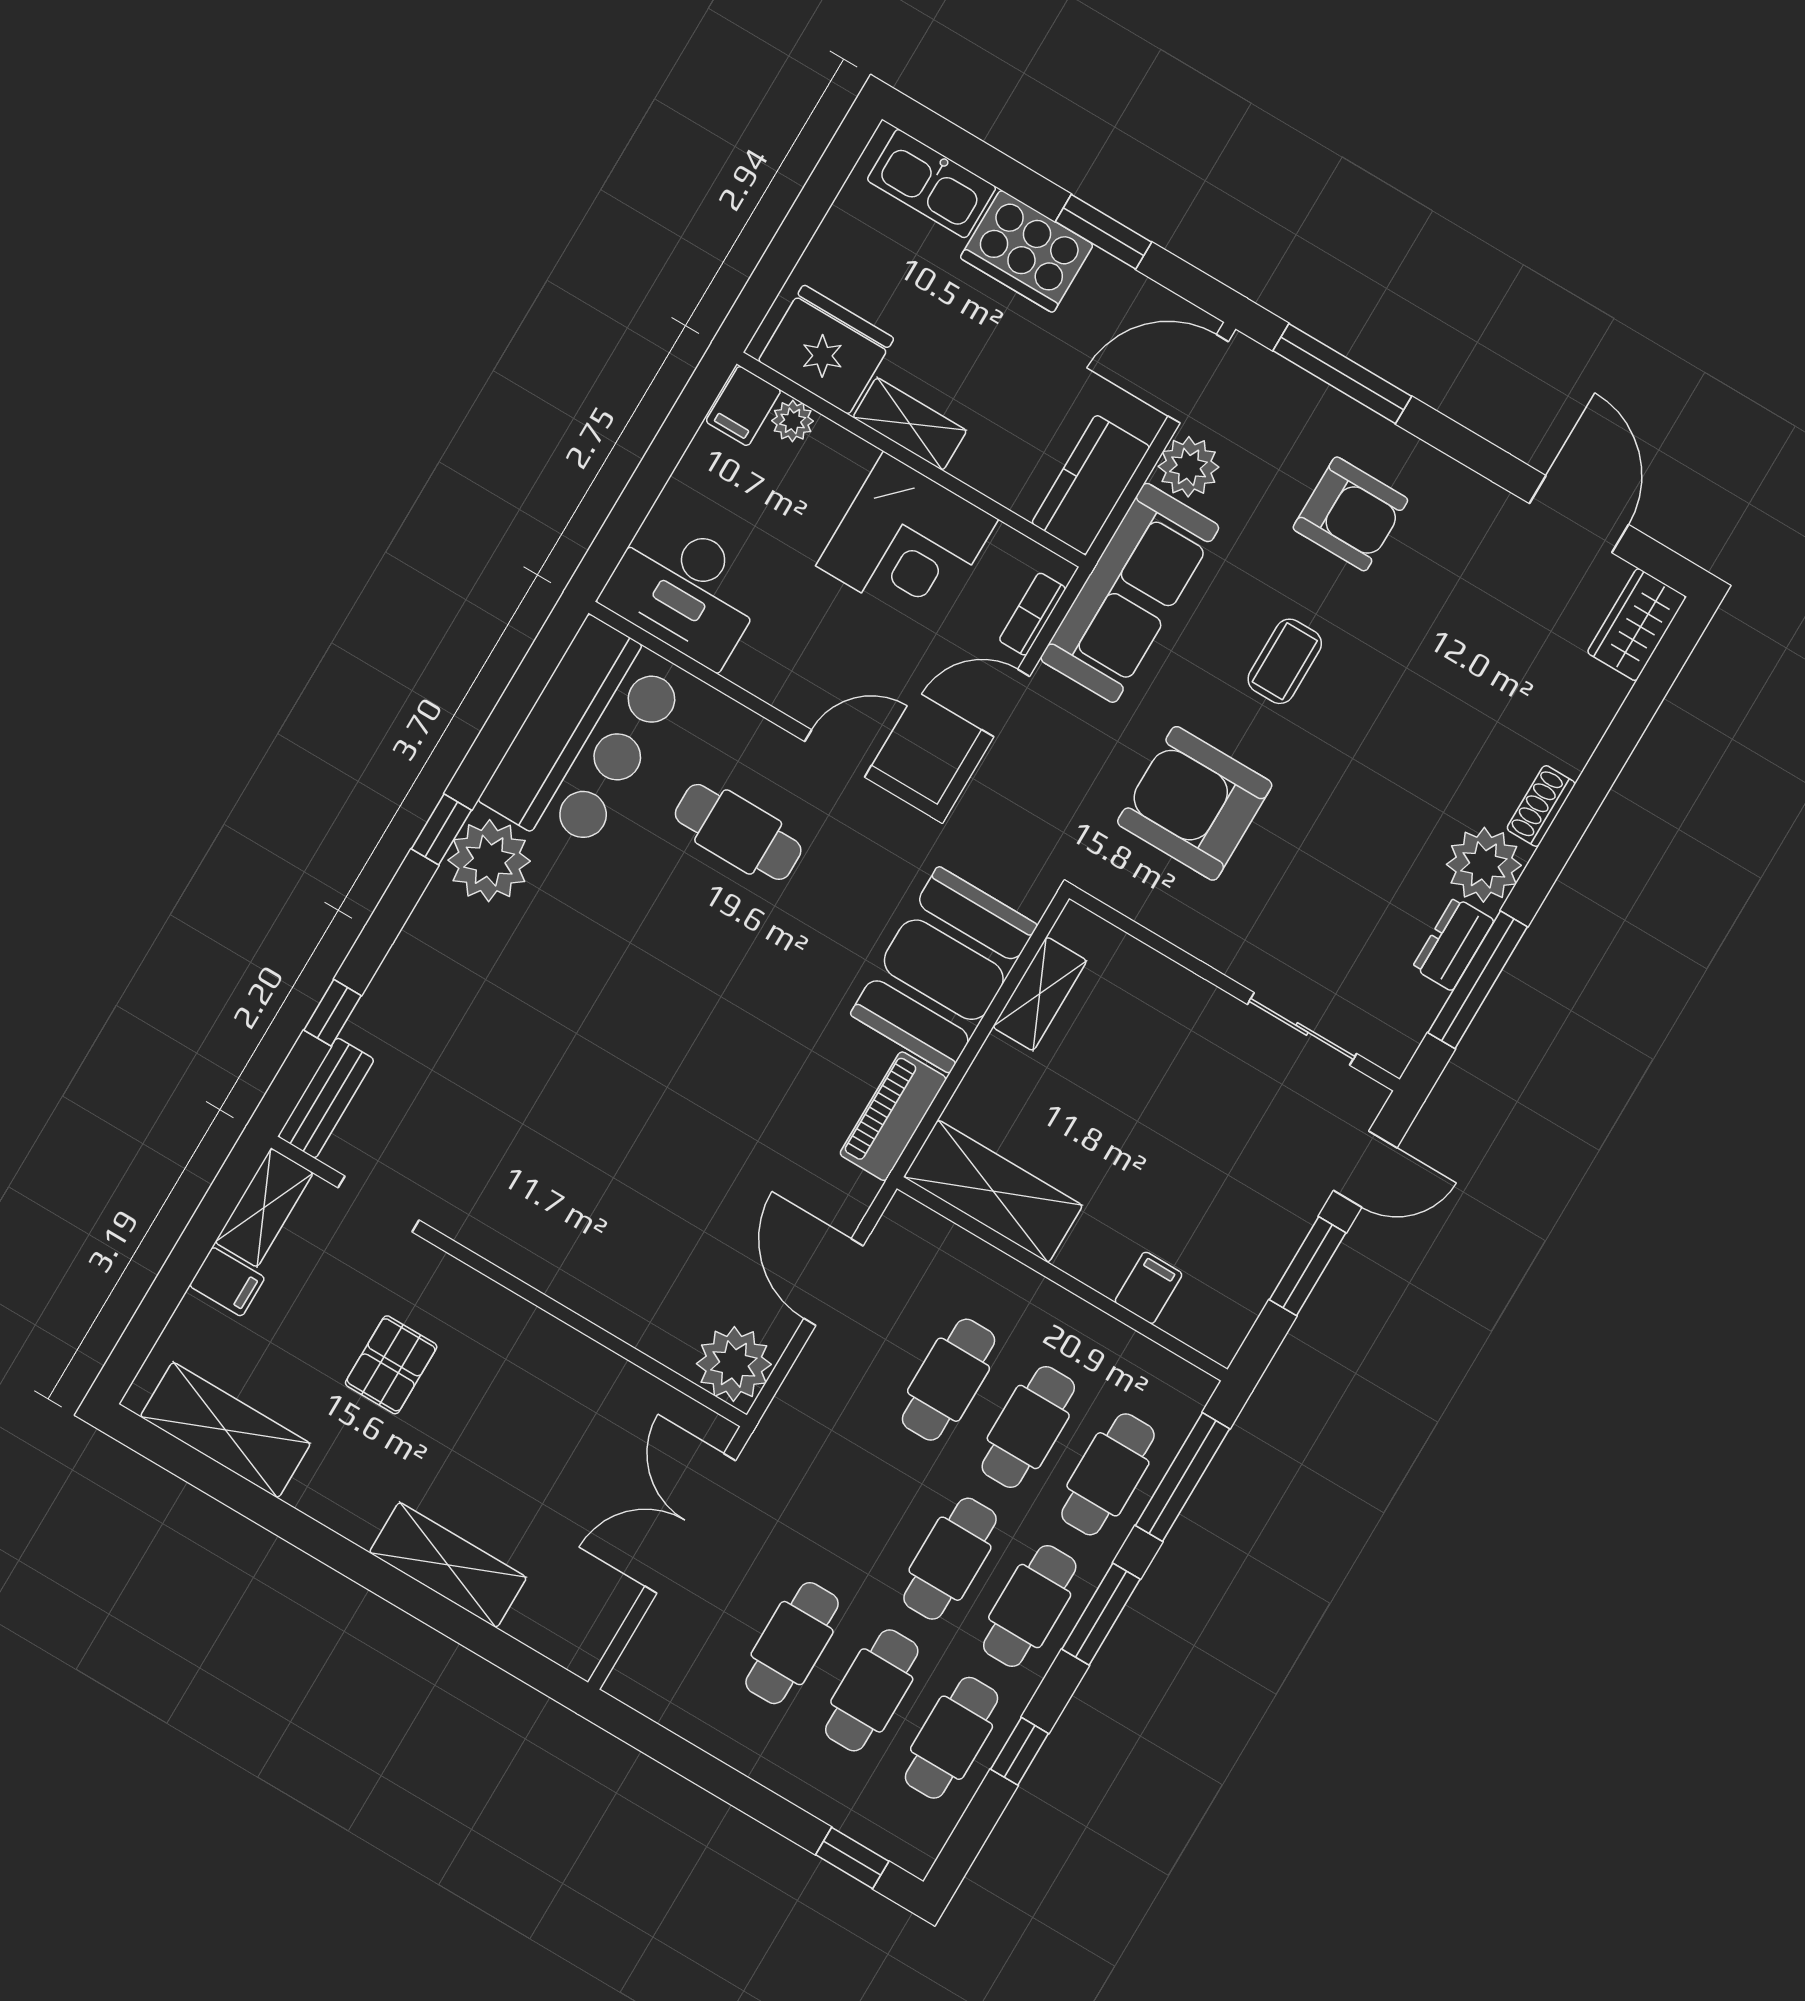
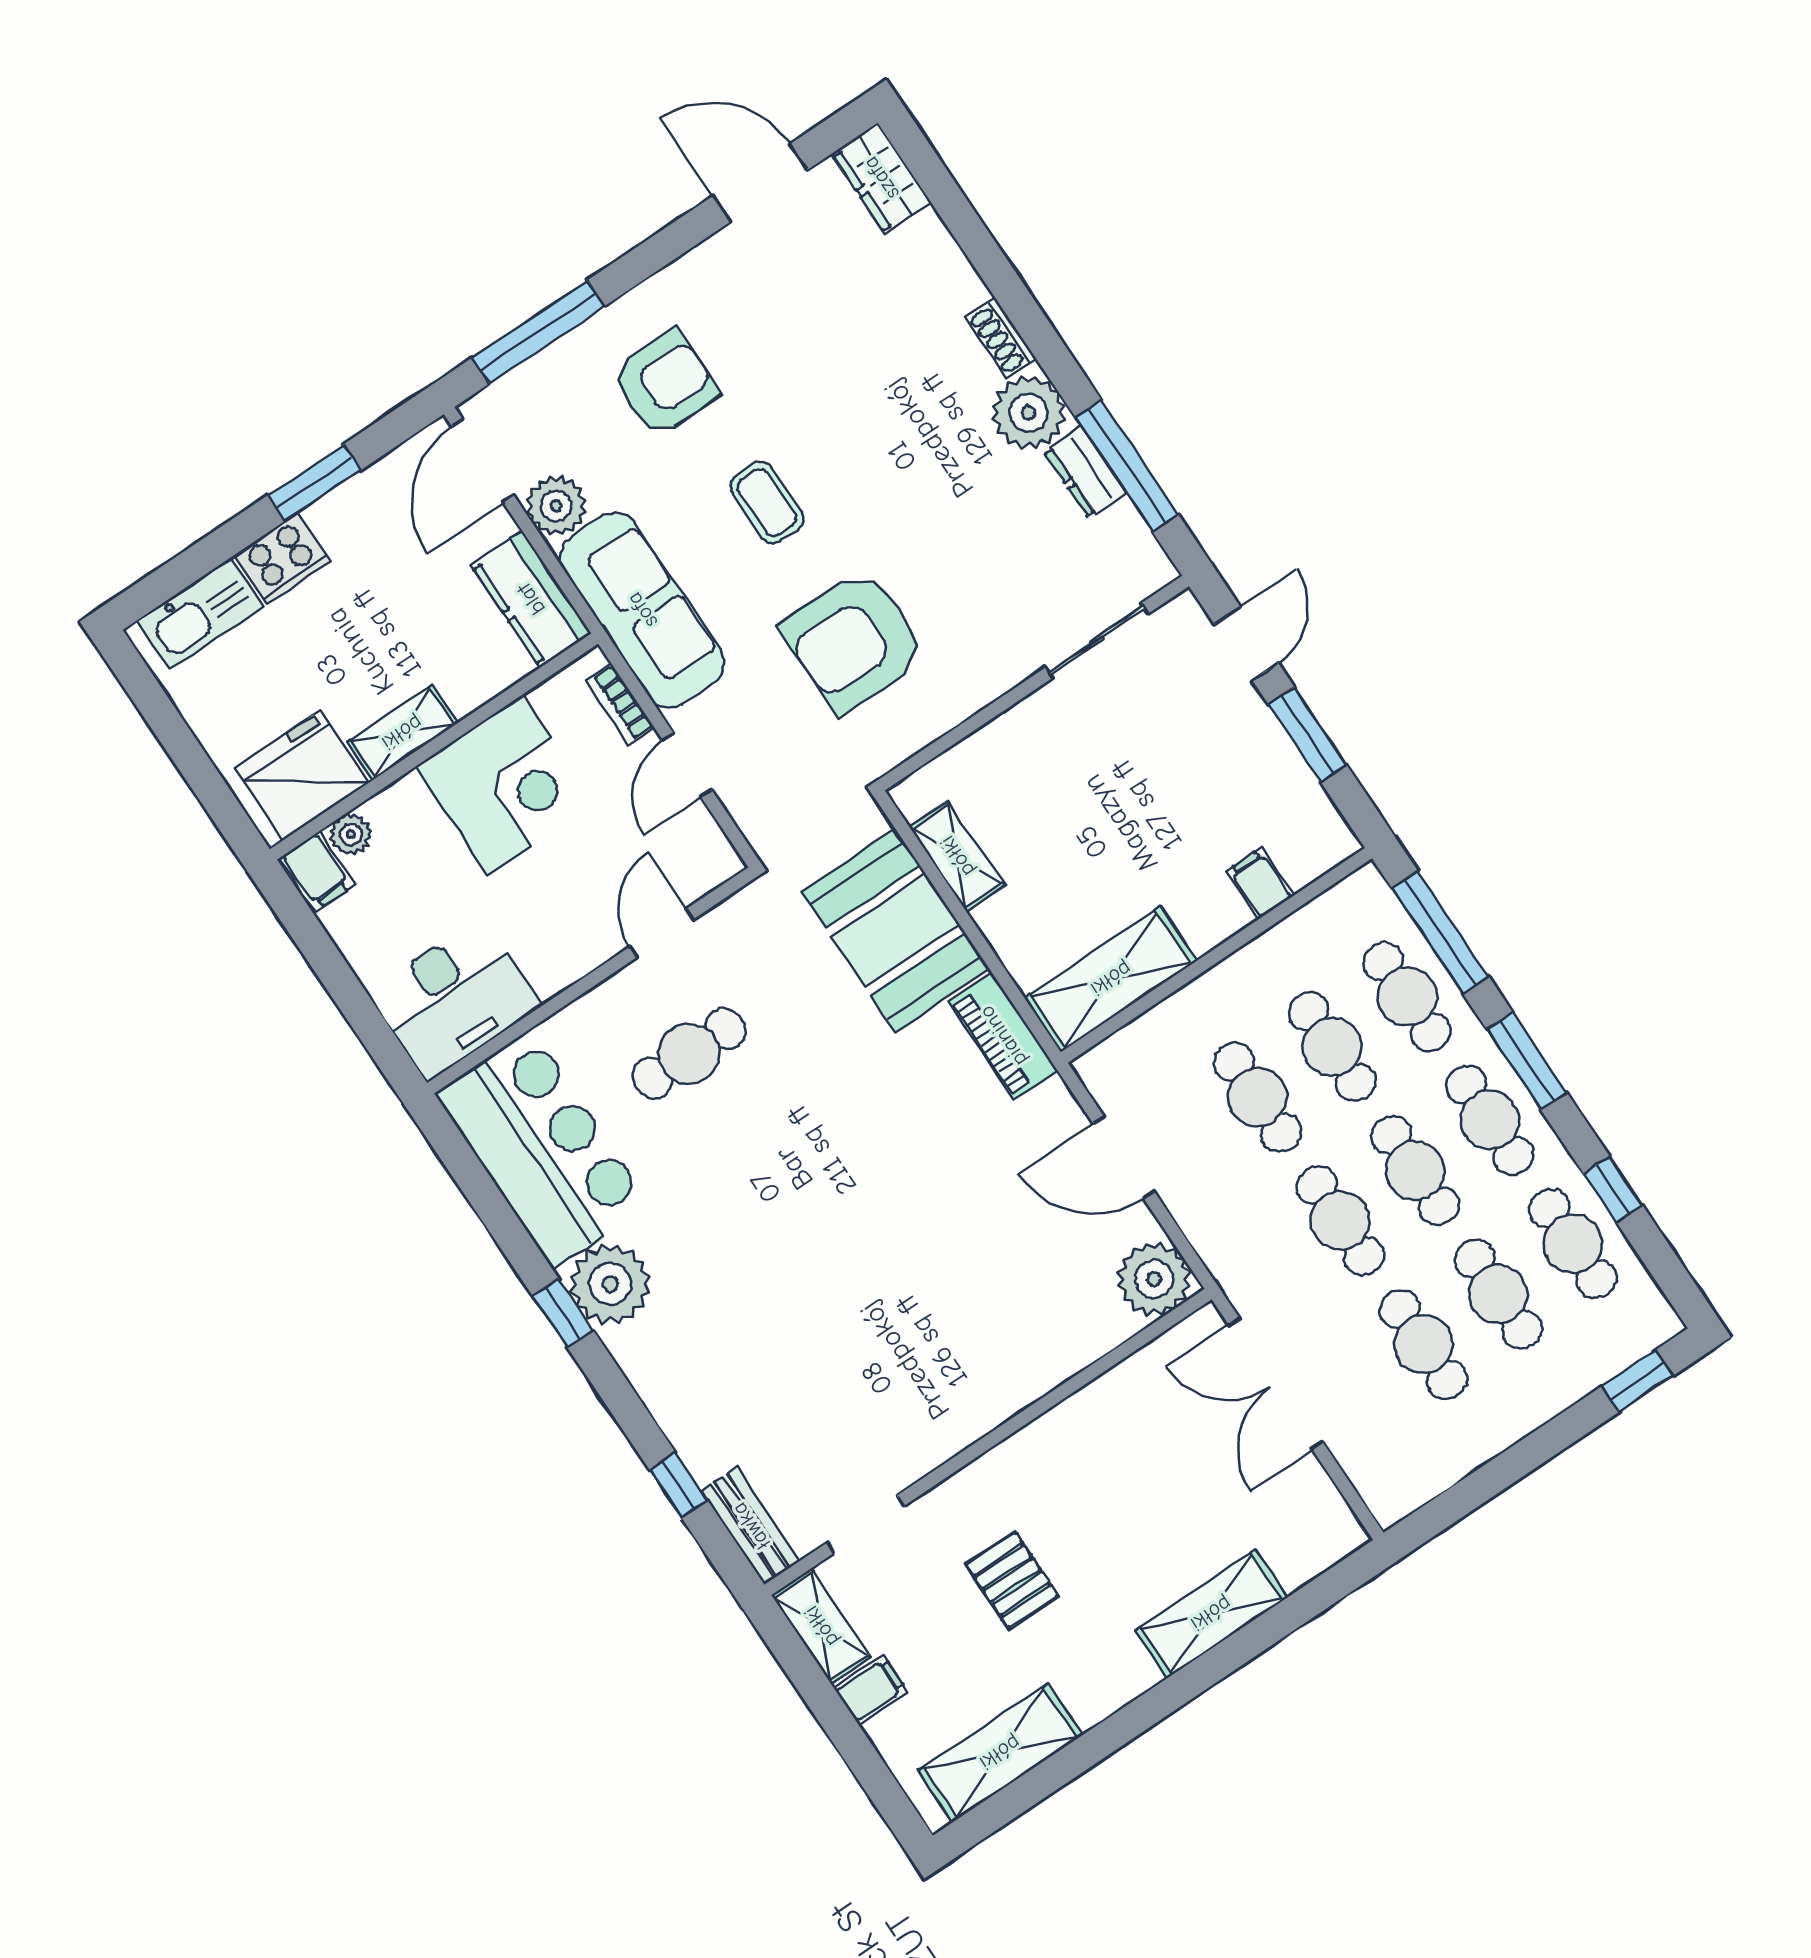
cooker: (1027, 251) -> (282, 558), width x0.73, depth x0.76
cafe table: (870, 1511) -> (1340, 1221), added

